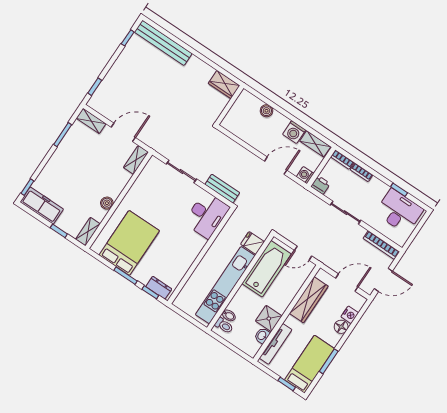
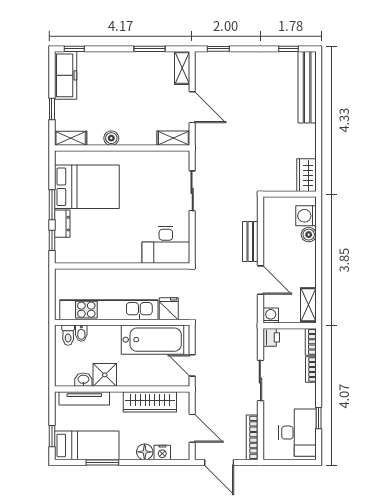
washing machine: (294, 132) -> (306, 216), moved
bench: (222, 189) -> (250, 242), moved
dresser: (159, 288) -> (62, 224), moved

